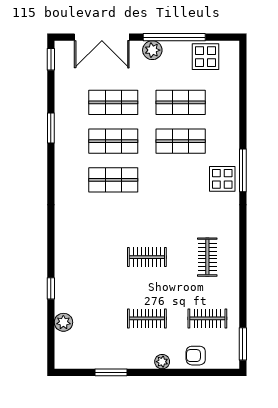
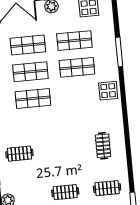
window: (243, 170) -> (119, 52), moved
clothes rail: (147, 257) -> (19, 154), moved

